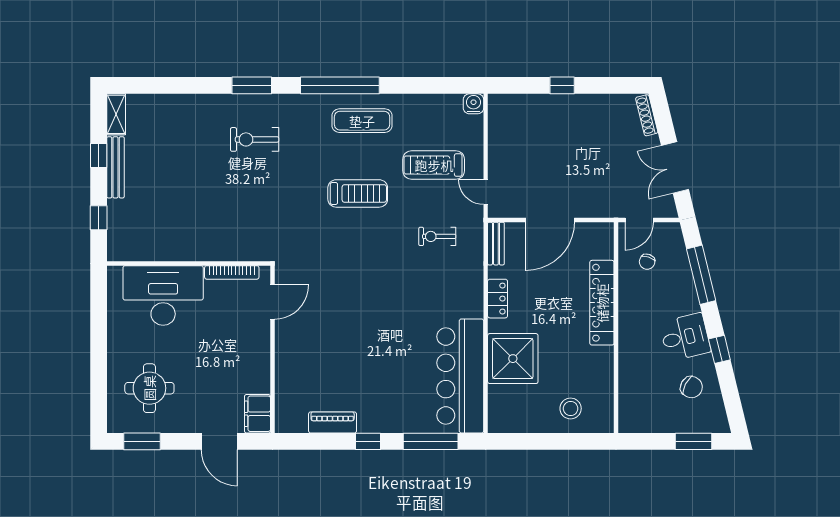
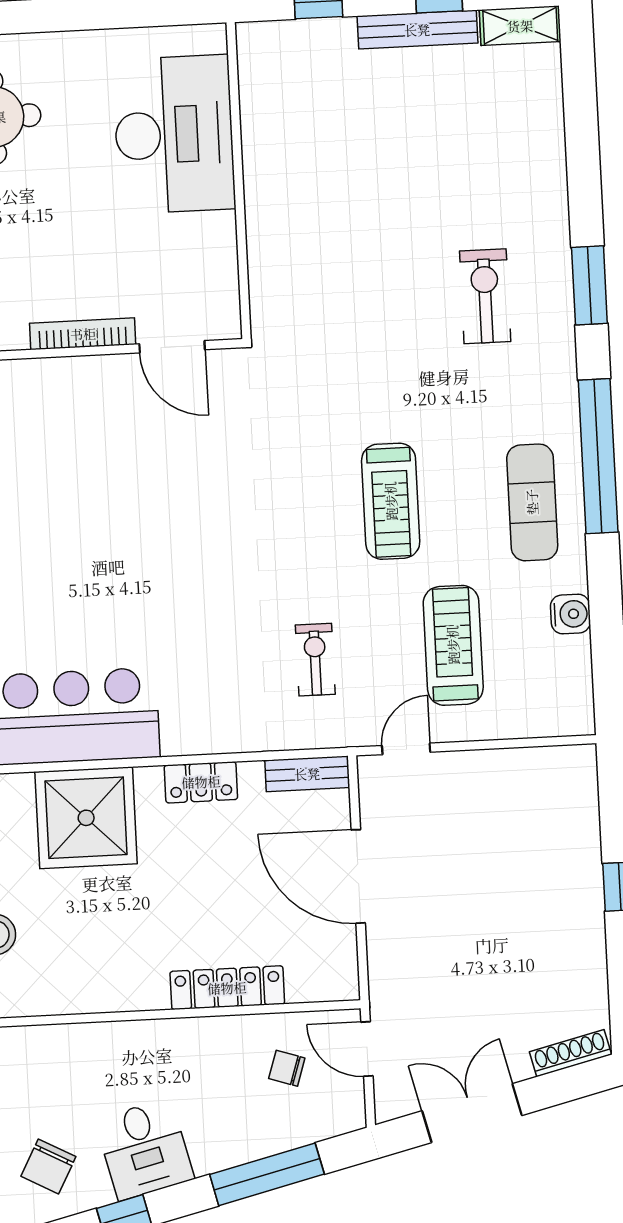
water cooler: (473, 104) -> (570, 614), moved
bookcase: (232, 272) -> (83, 334), moved, turned 90
locker: (602, 303) -> (227, 988), width x0.71, depth x0.83

